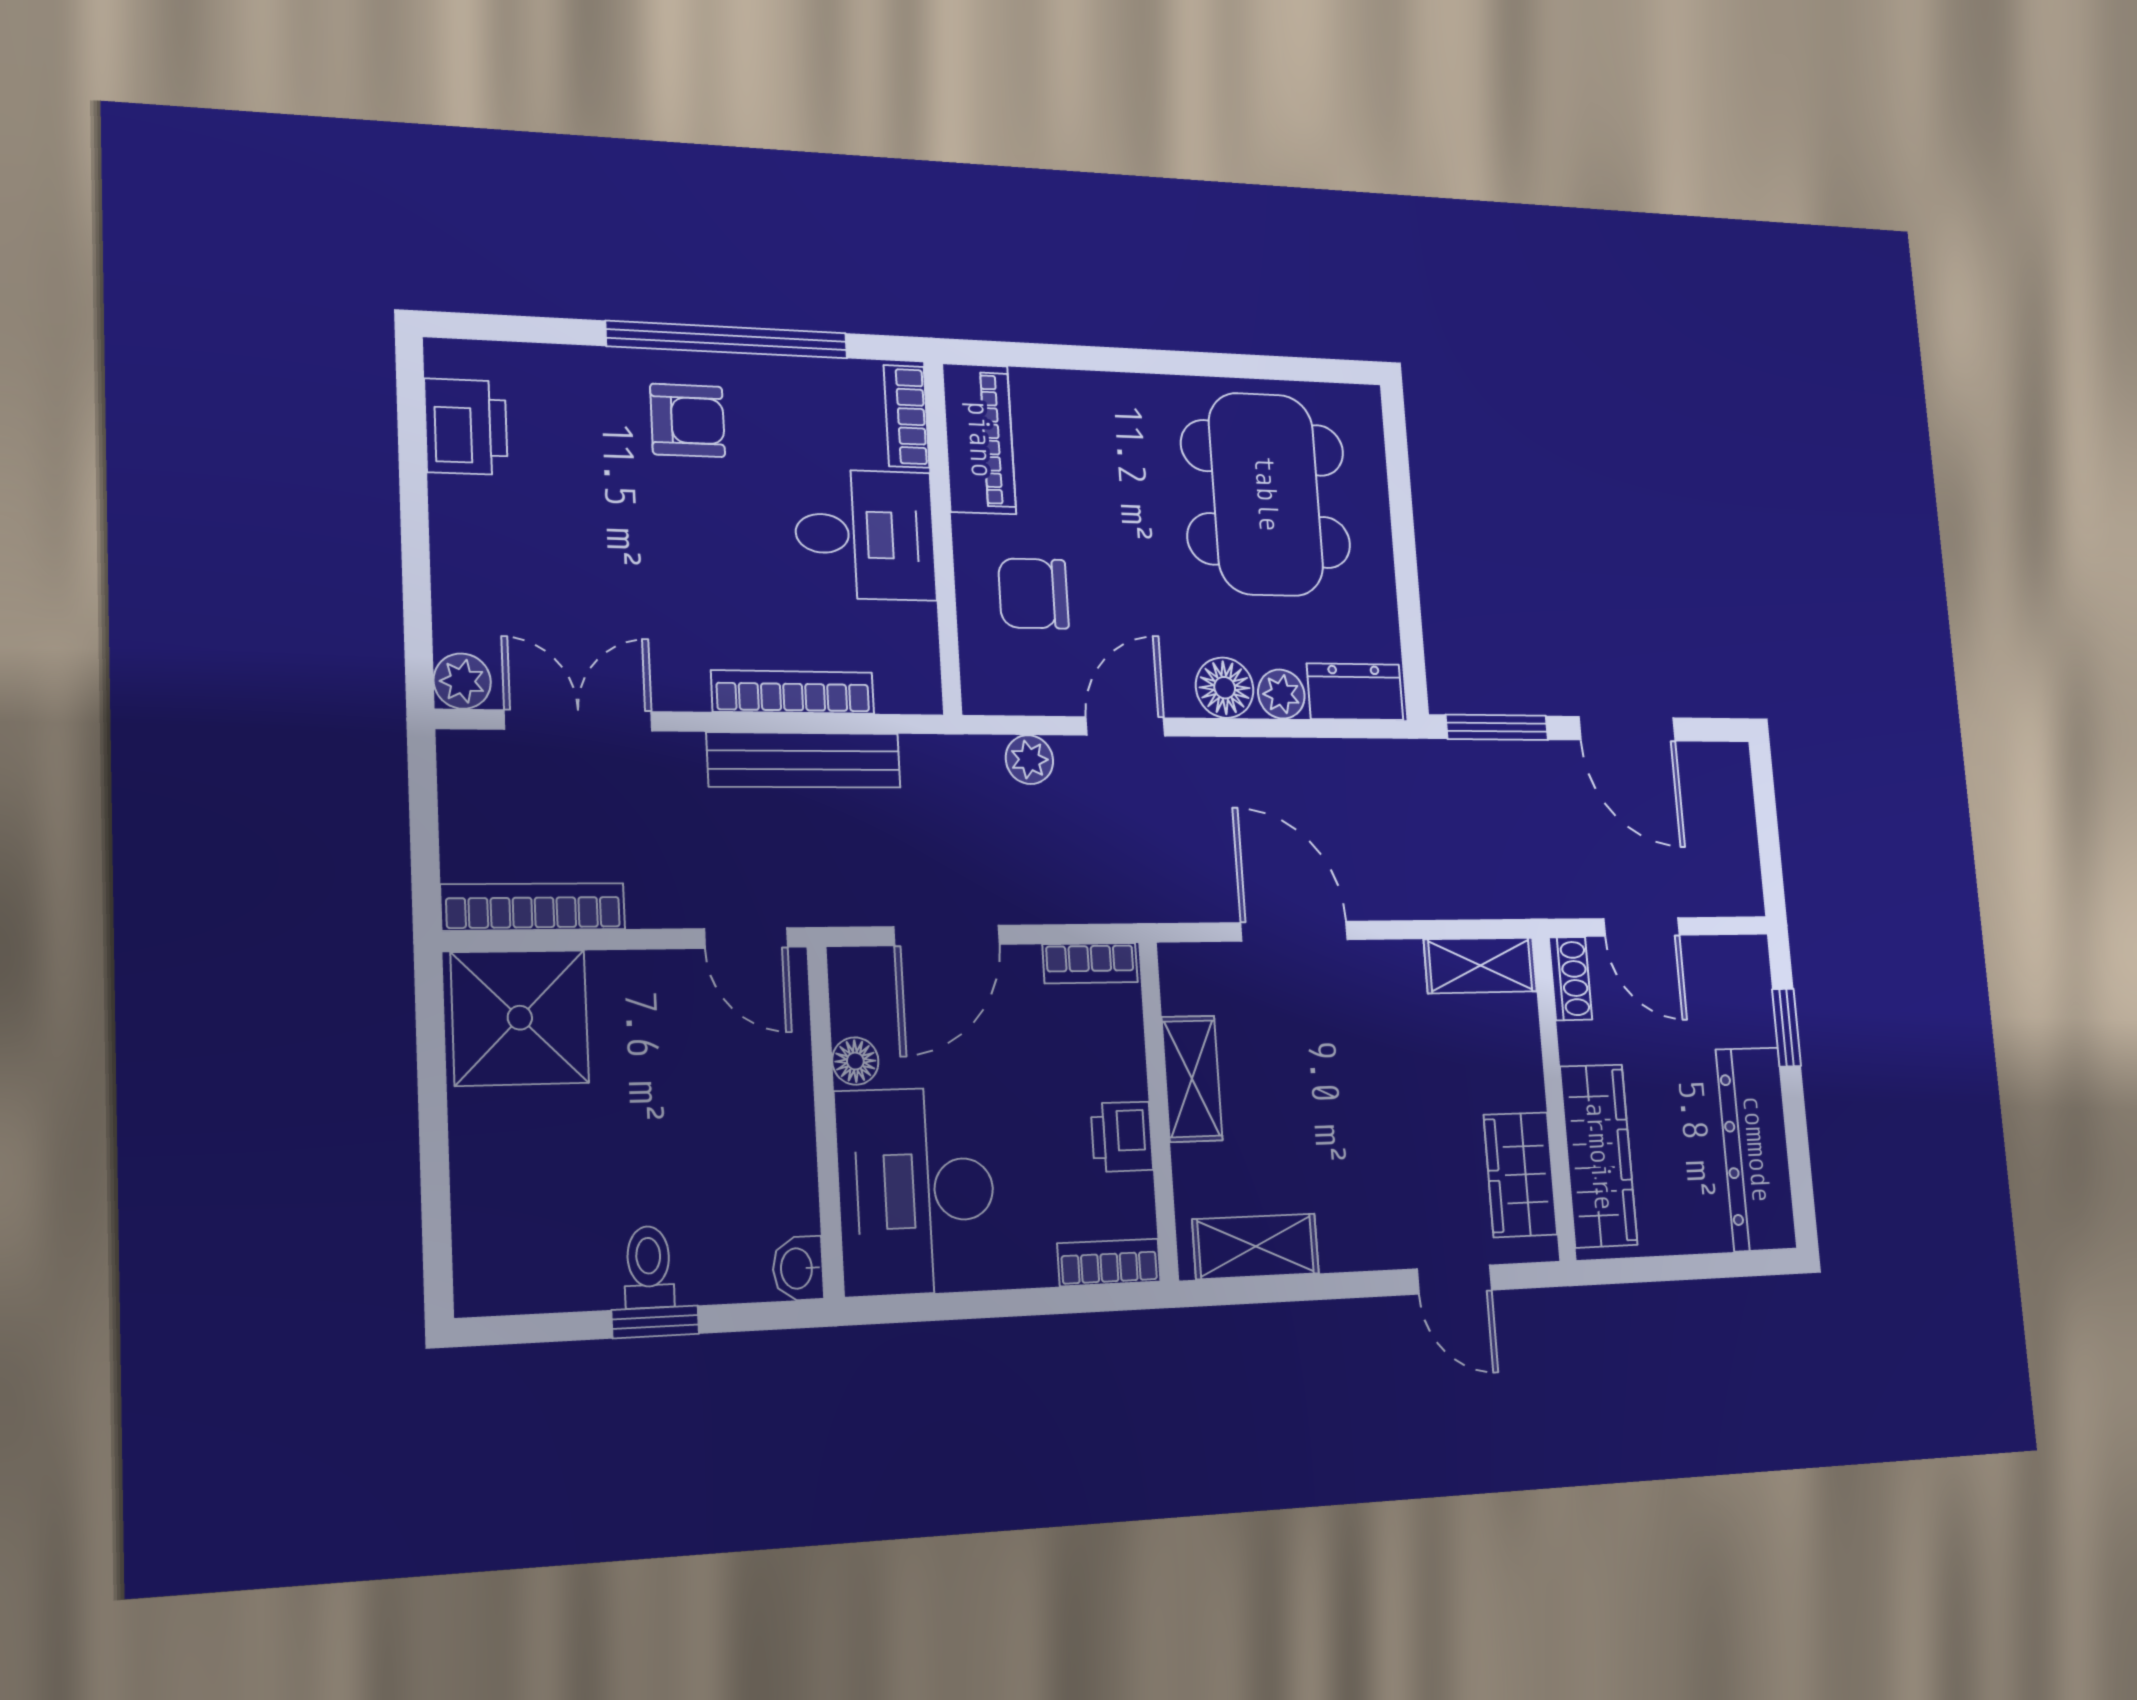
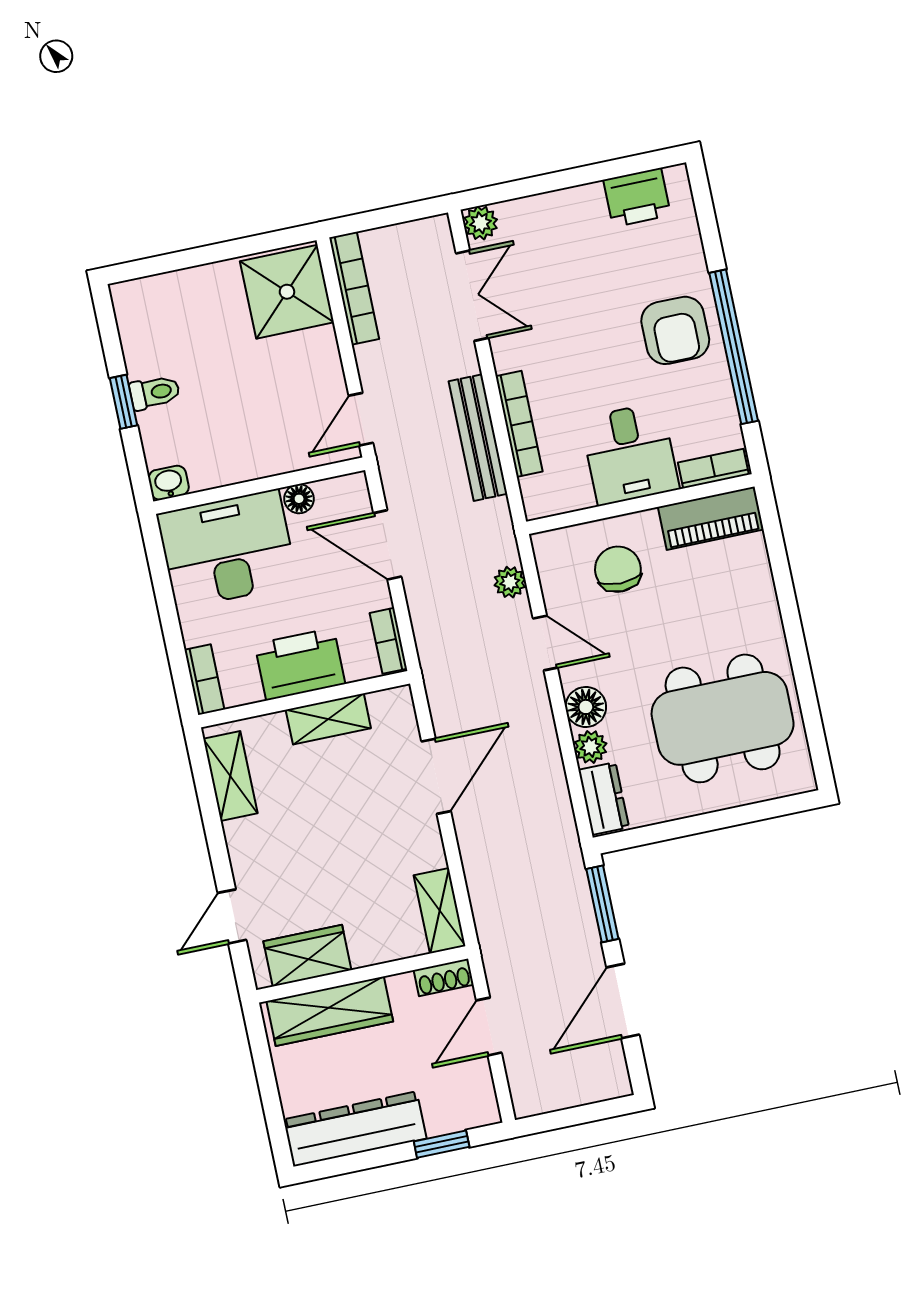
armchair: (688, 420) -> (675, 330), width x1.38, depth x1.38
printer: (1122, 1137) -> (300, 664), width x1.87, depth x1.48

